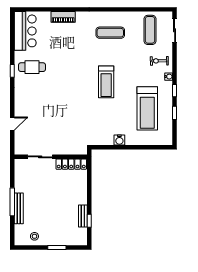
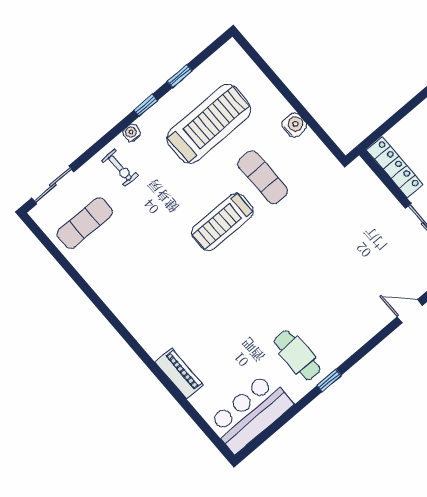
exercise mat: (110, 33) -> (263, 177), moved
treadmill: (106, 82) -> (222, 222), turned 180

